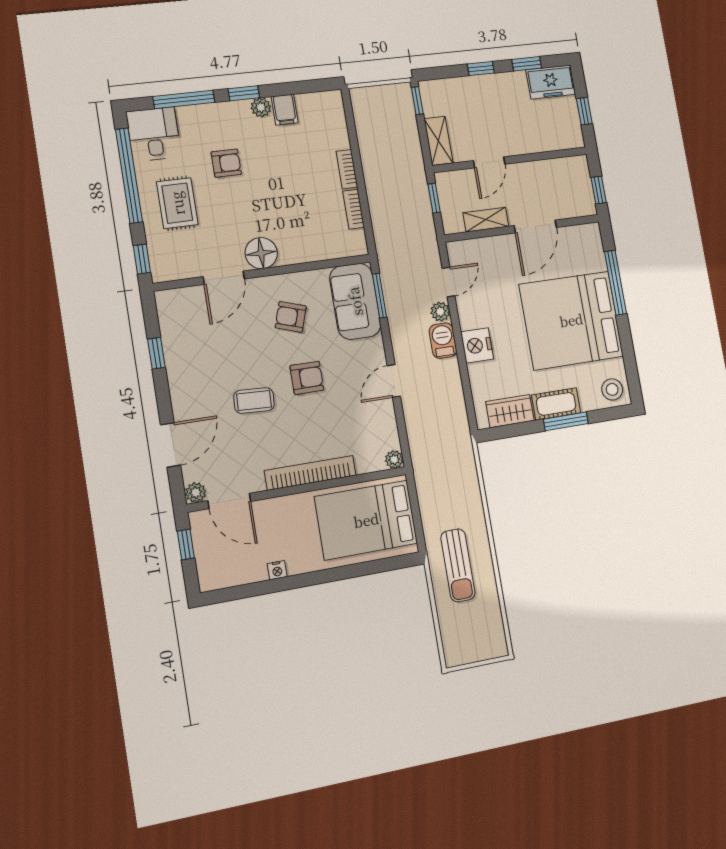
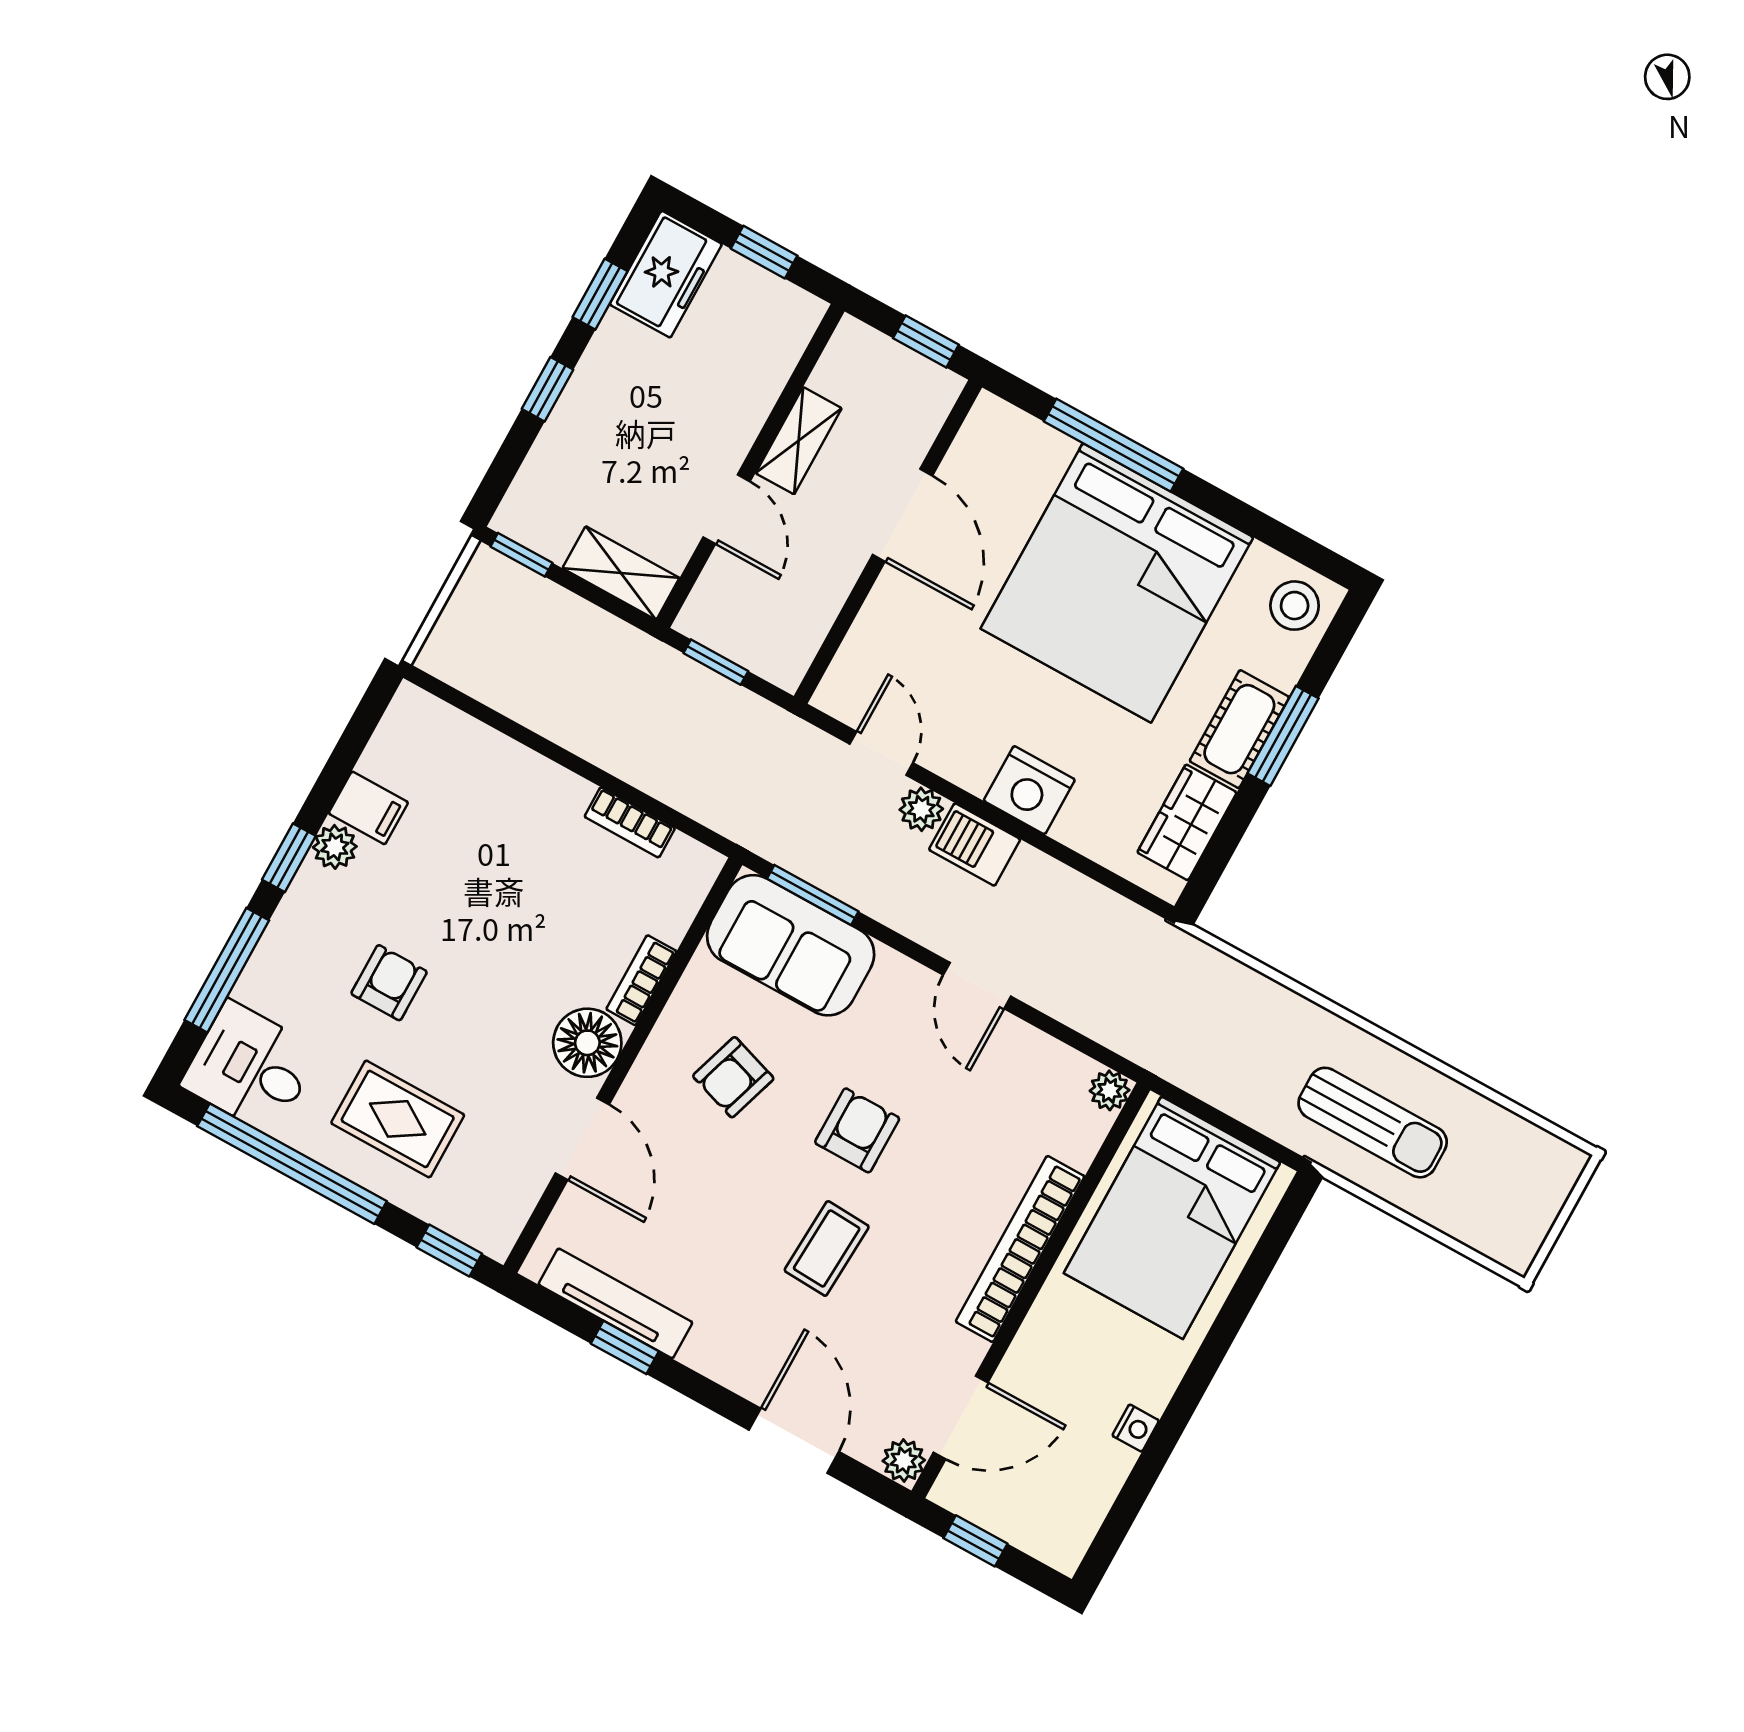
bookcase: (347, 169) -> (641, 980), moved, turned 90
shelving: (486, 220) -> (799, 441), moved
tv unit: (171, 337) -> (615, 1303), added

